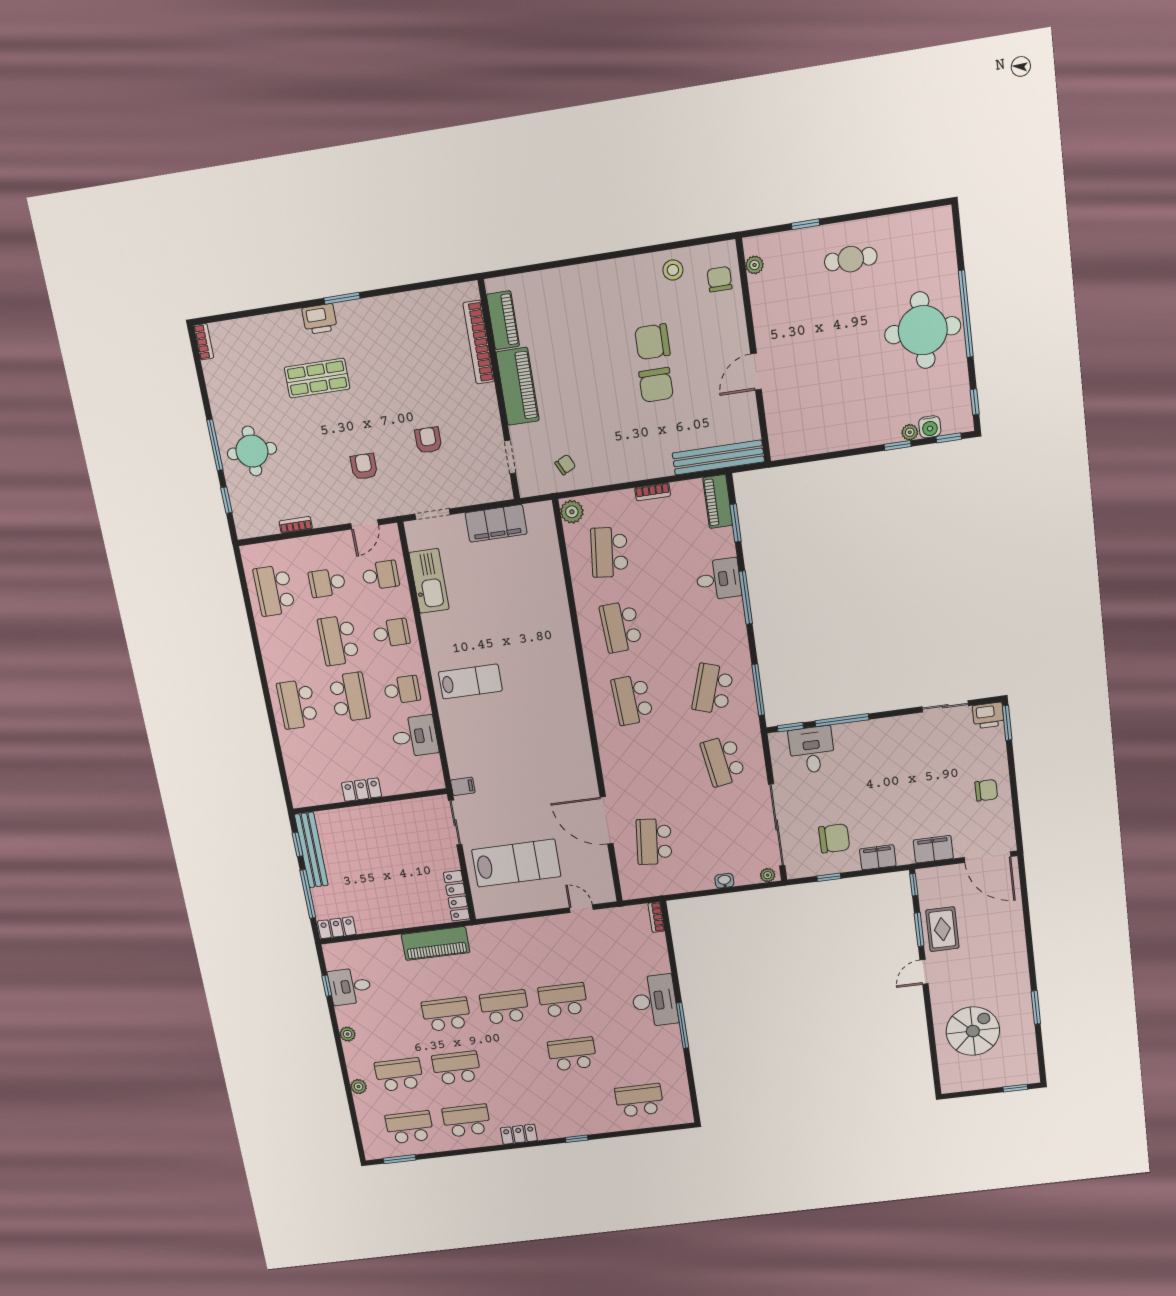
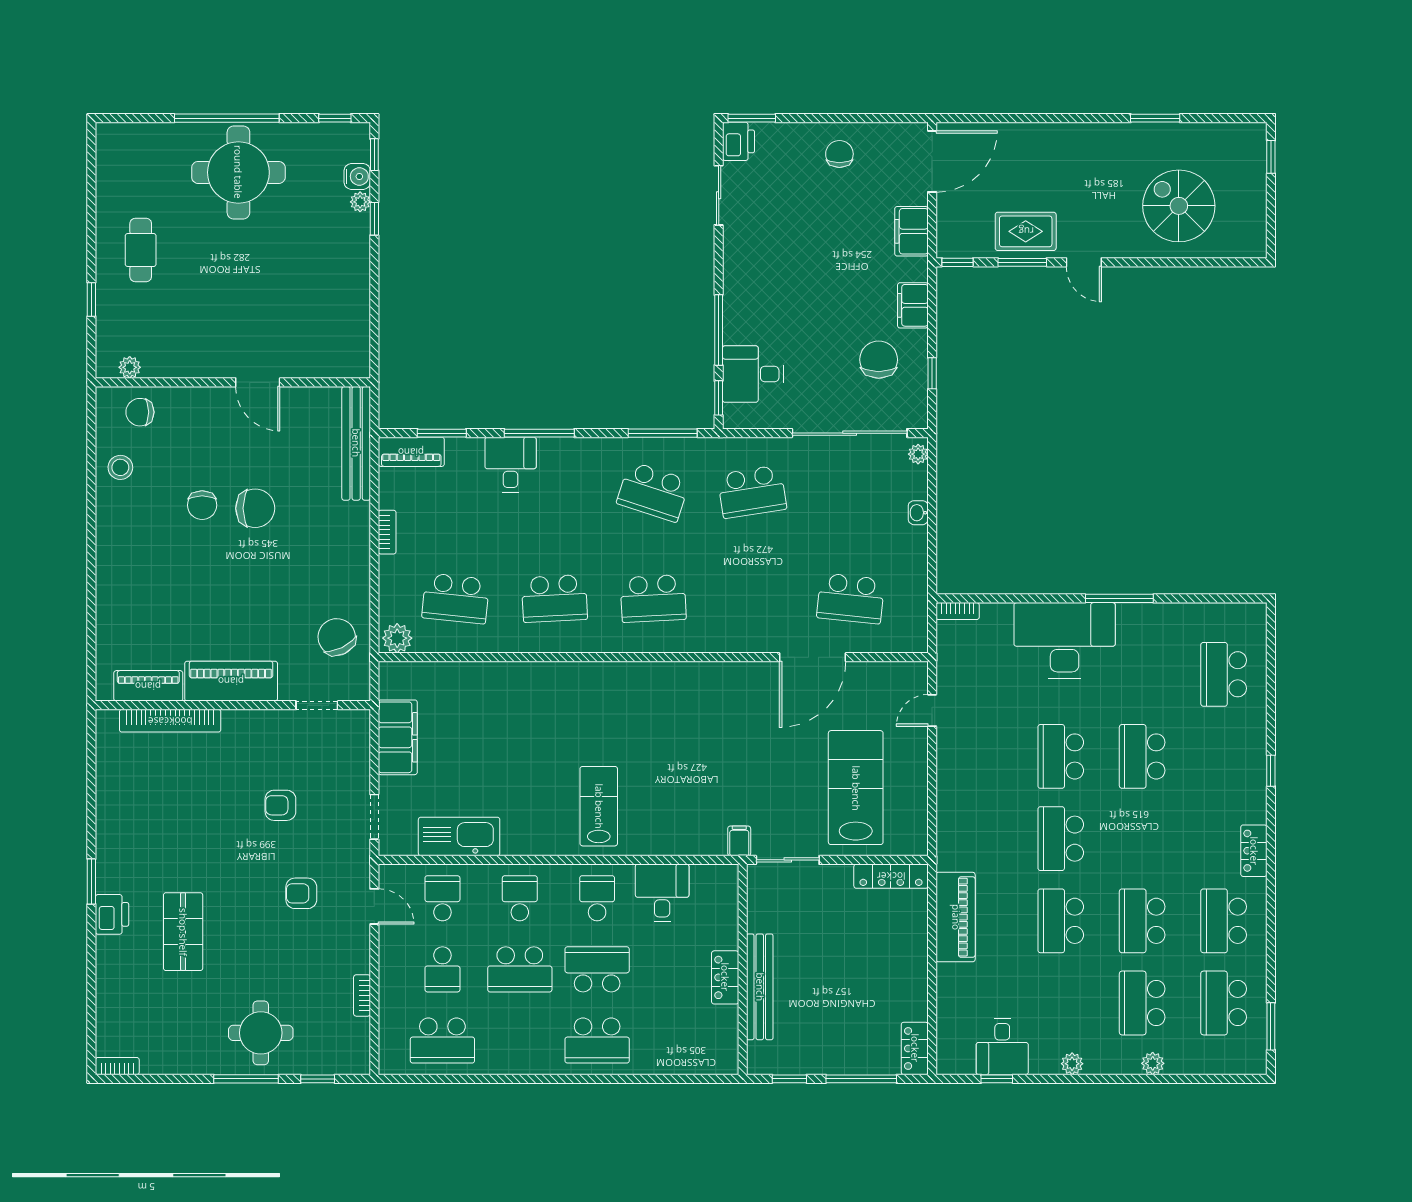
chair: (652, 342) -> (202, 505), width x0.73, depth x0.73
chair: (565, 465) -> (337, 637), width x1.87, depth x1.87
bench: (311, 850) -> (760, 987), moved, turned 90
desk: (654, 1001) -> (1065, 640), width x1.36, depth x1.30

